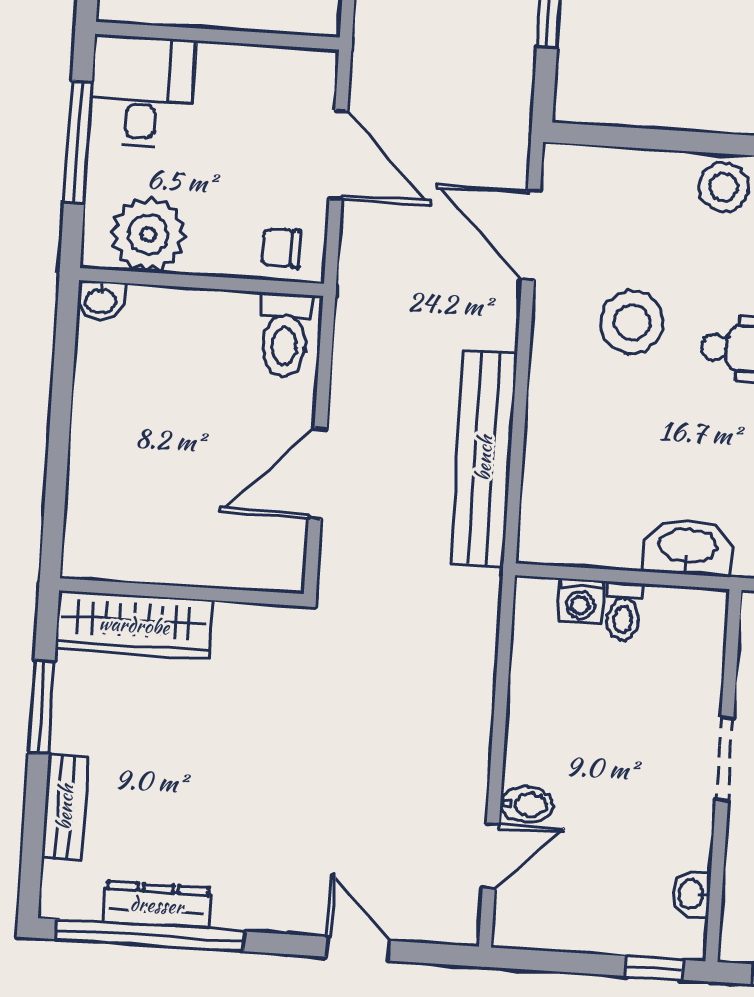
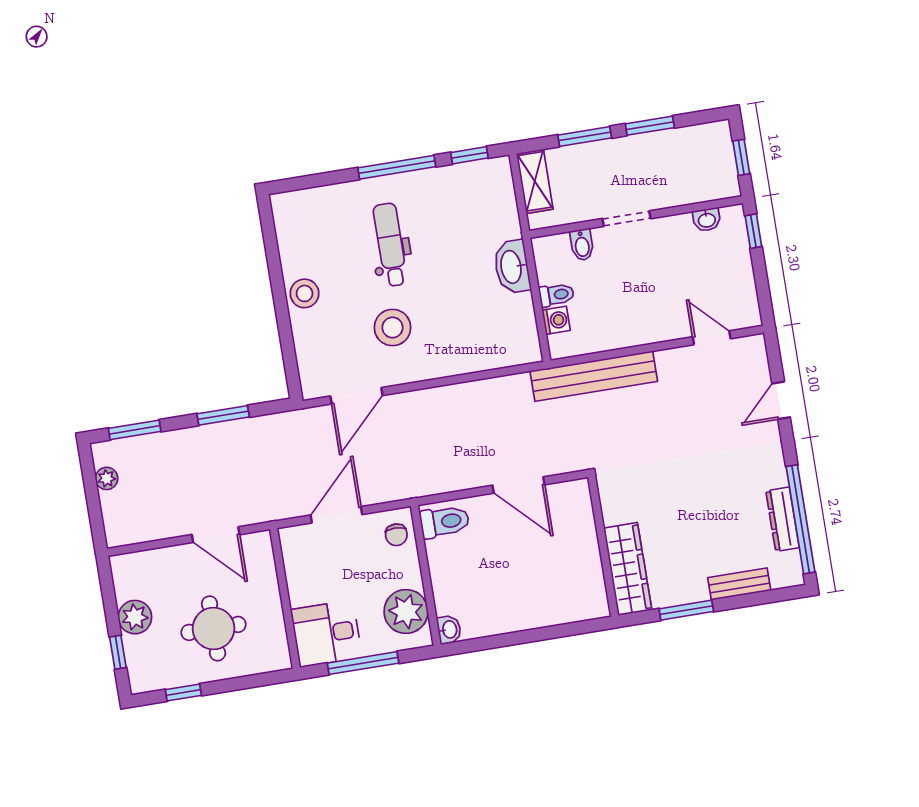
bench: (484, 458) -> (594, 376), moved
bidet: (526, 804) -> (582, 245), moved, turned 180

